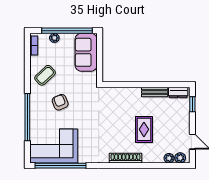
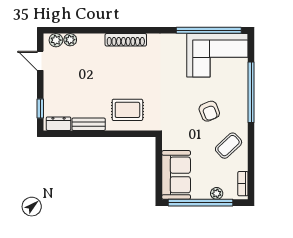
rug: (144, 129) -> (127, 110), moved, turned 90

